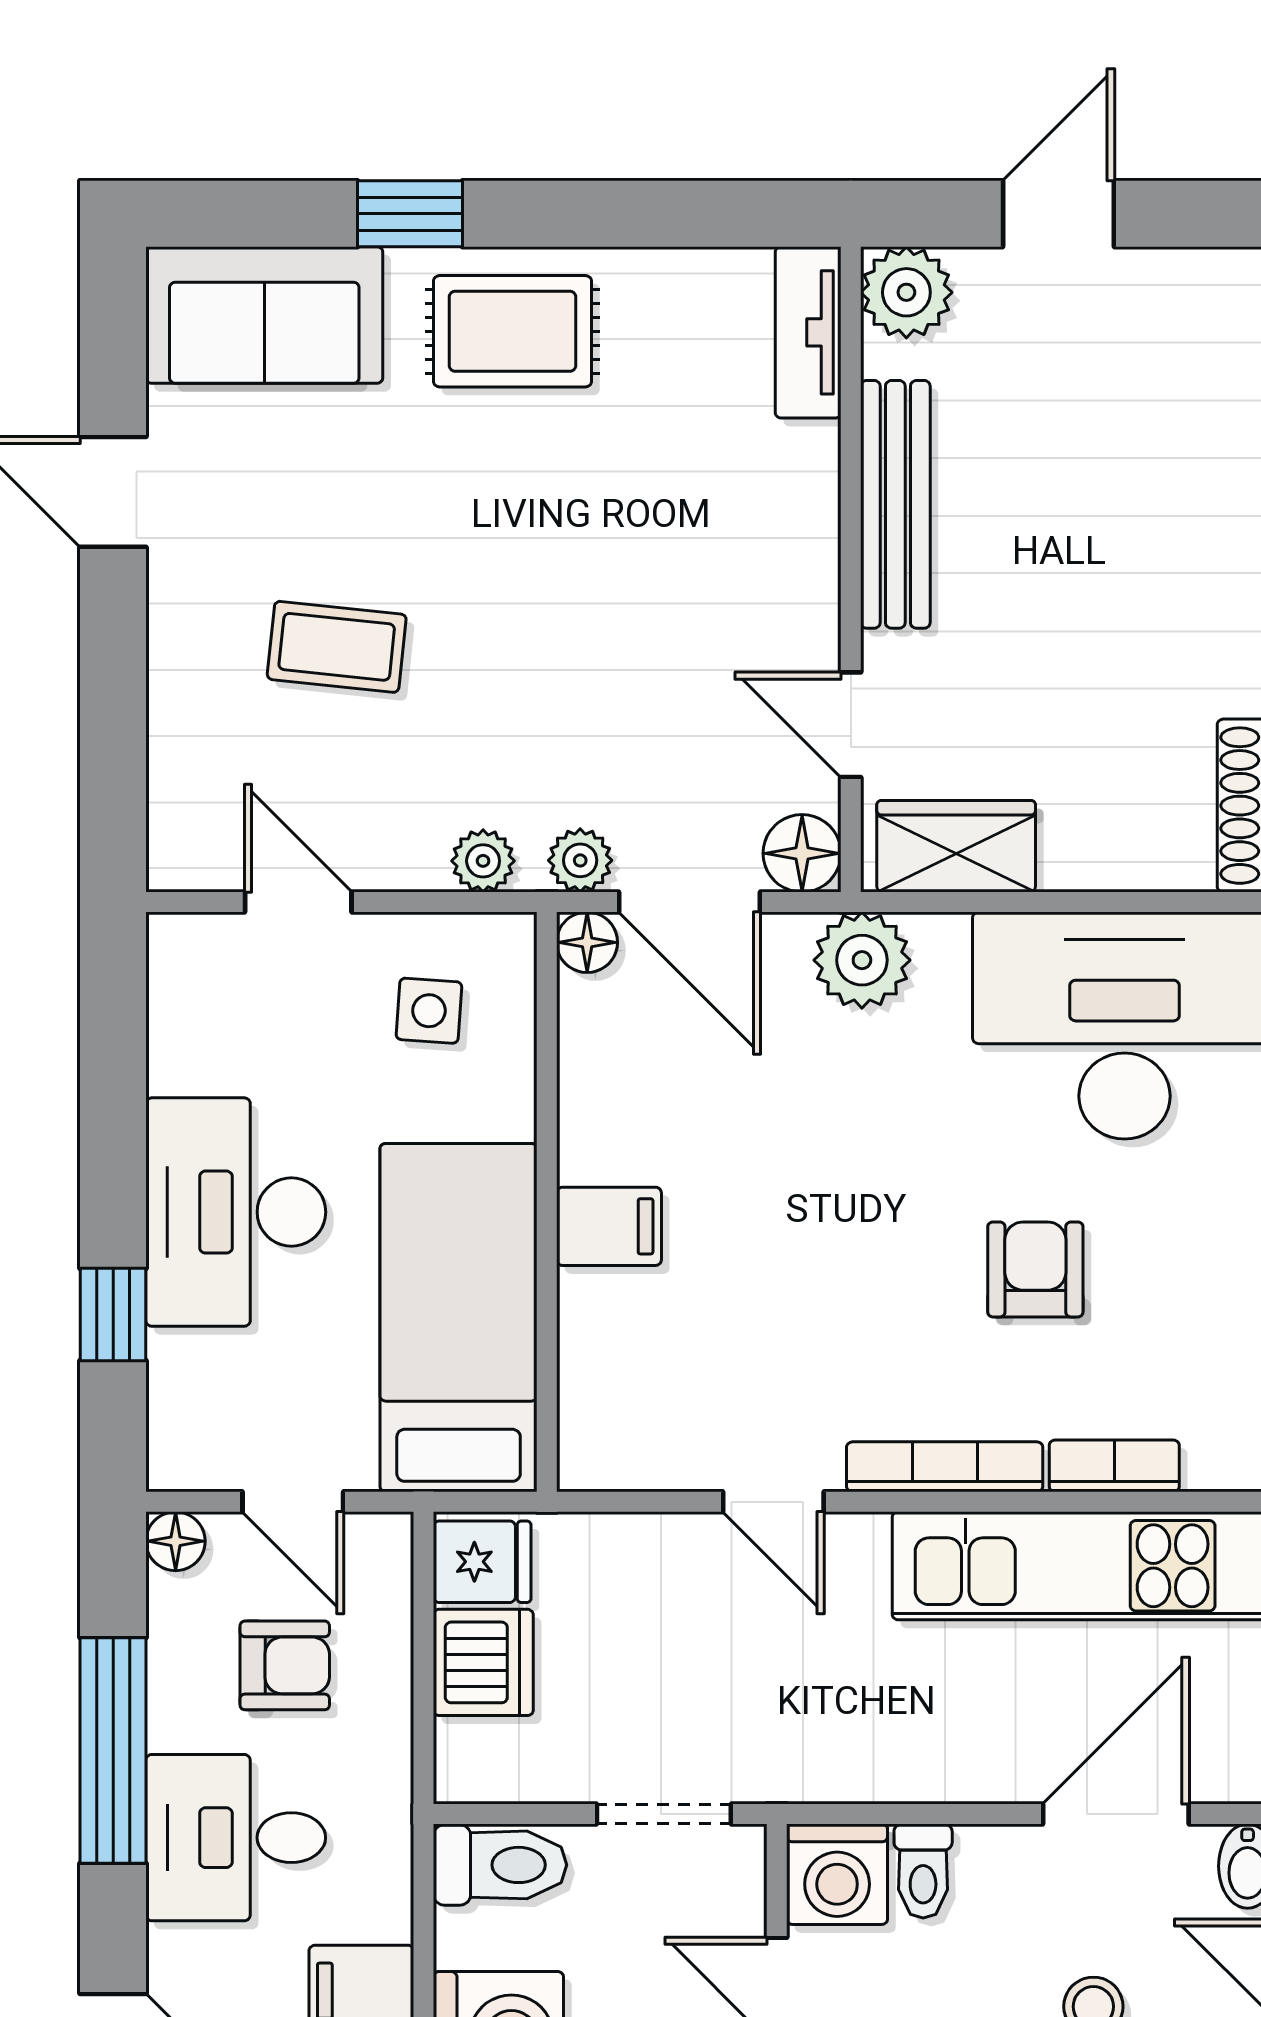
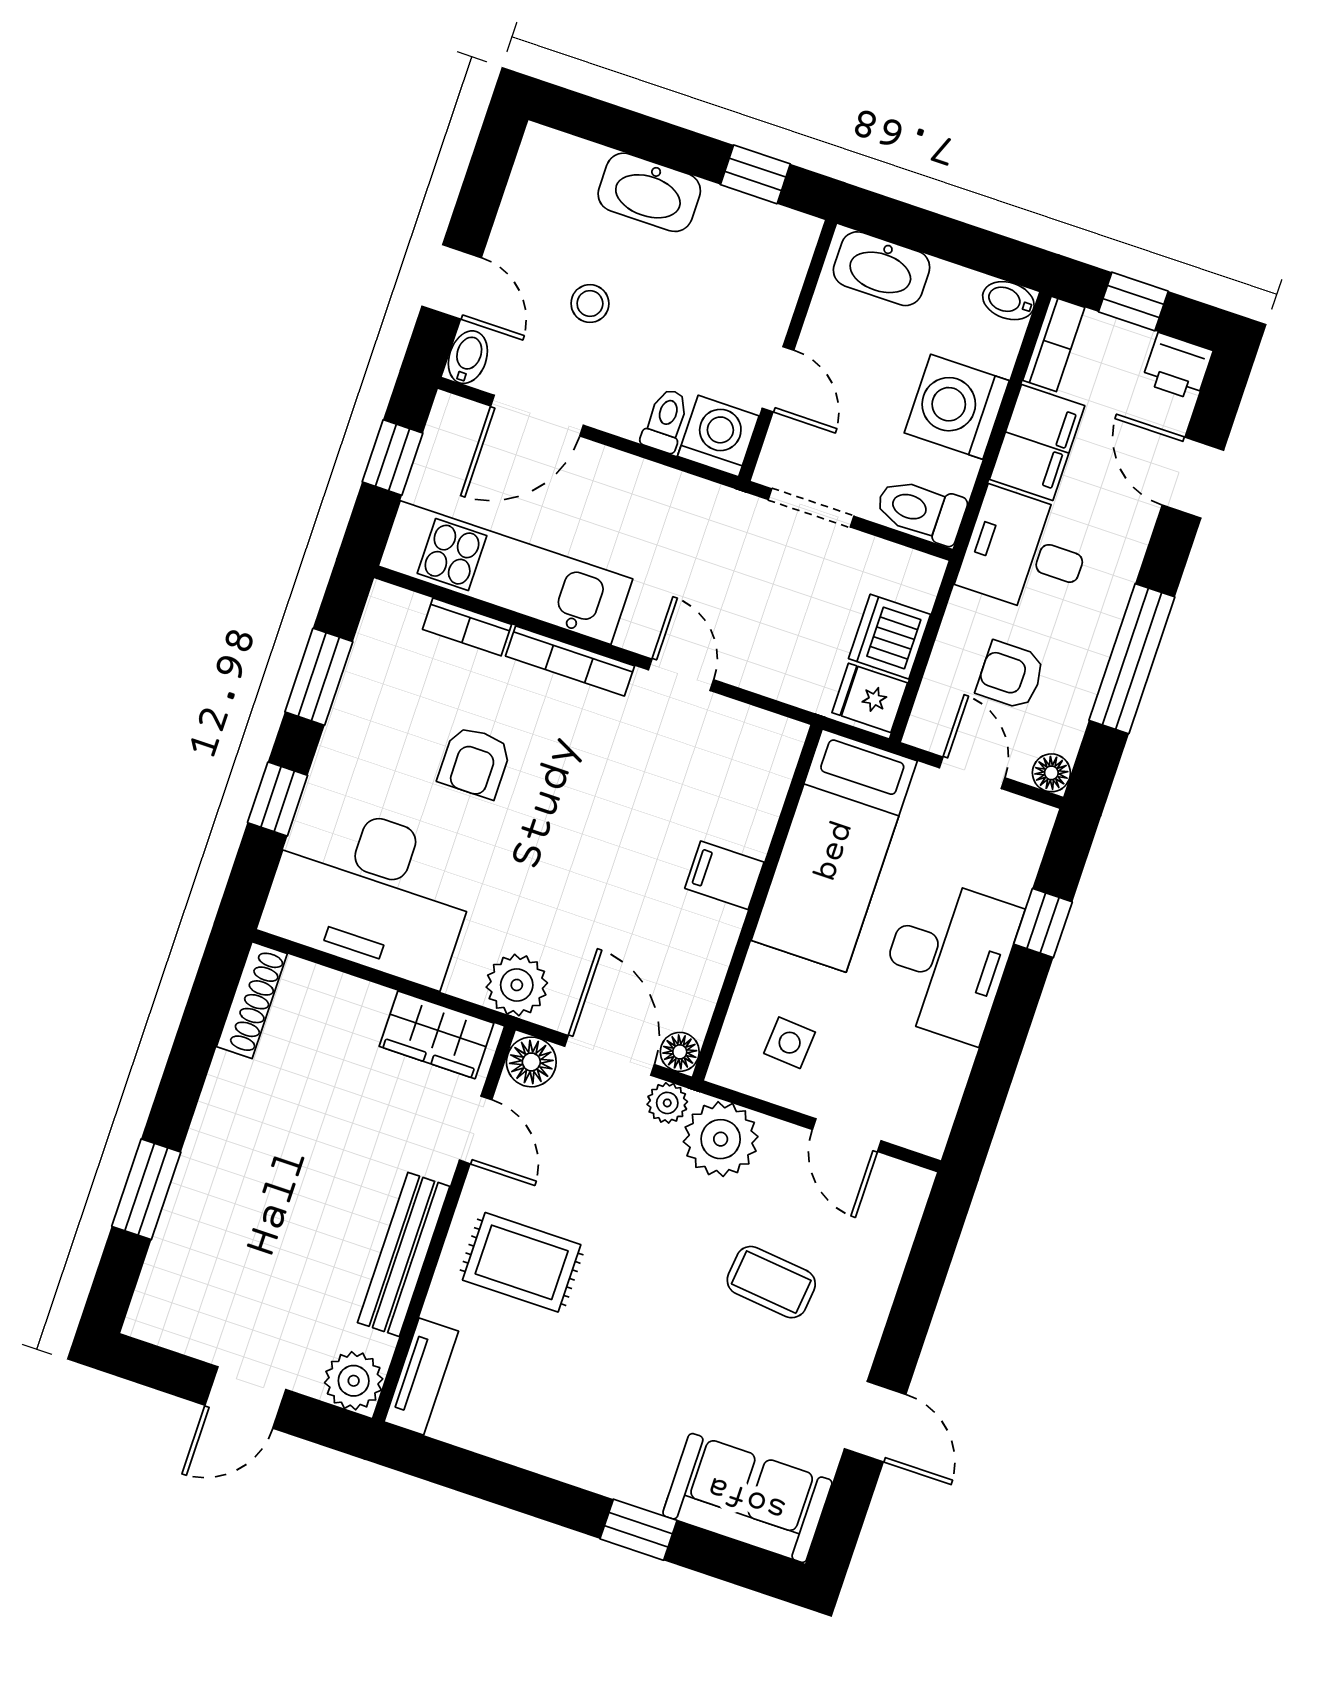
rug: (513, 331) -> (522, 1262), moved
plant: (483, 861) -> (721, 1139), width x1.88, depth x1.88
desk: (236, 1838) -> (1025, 552), moved, turned 180

